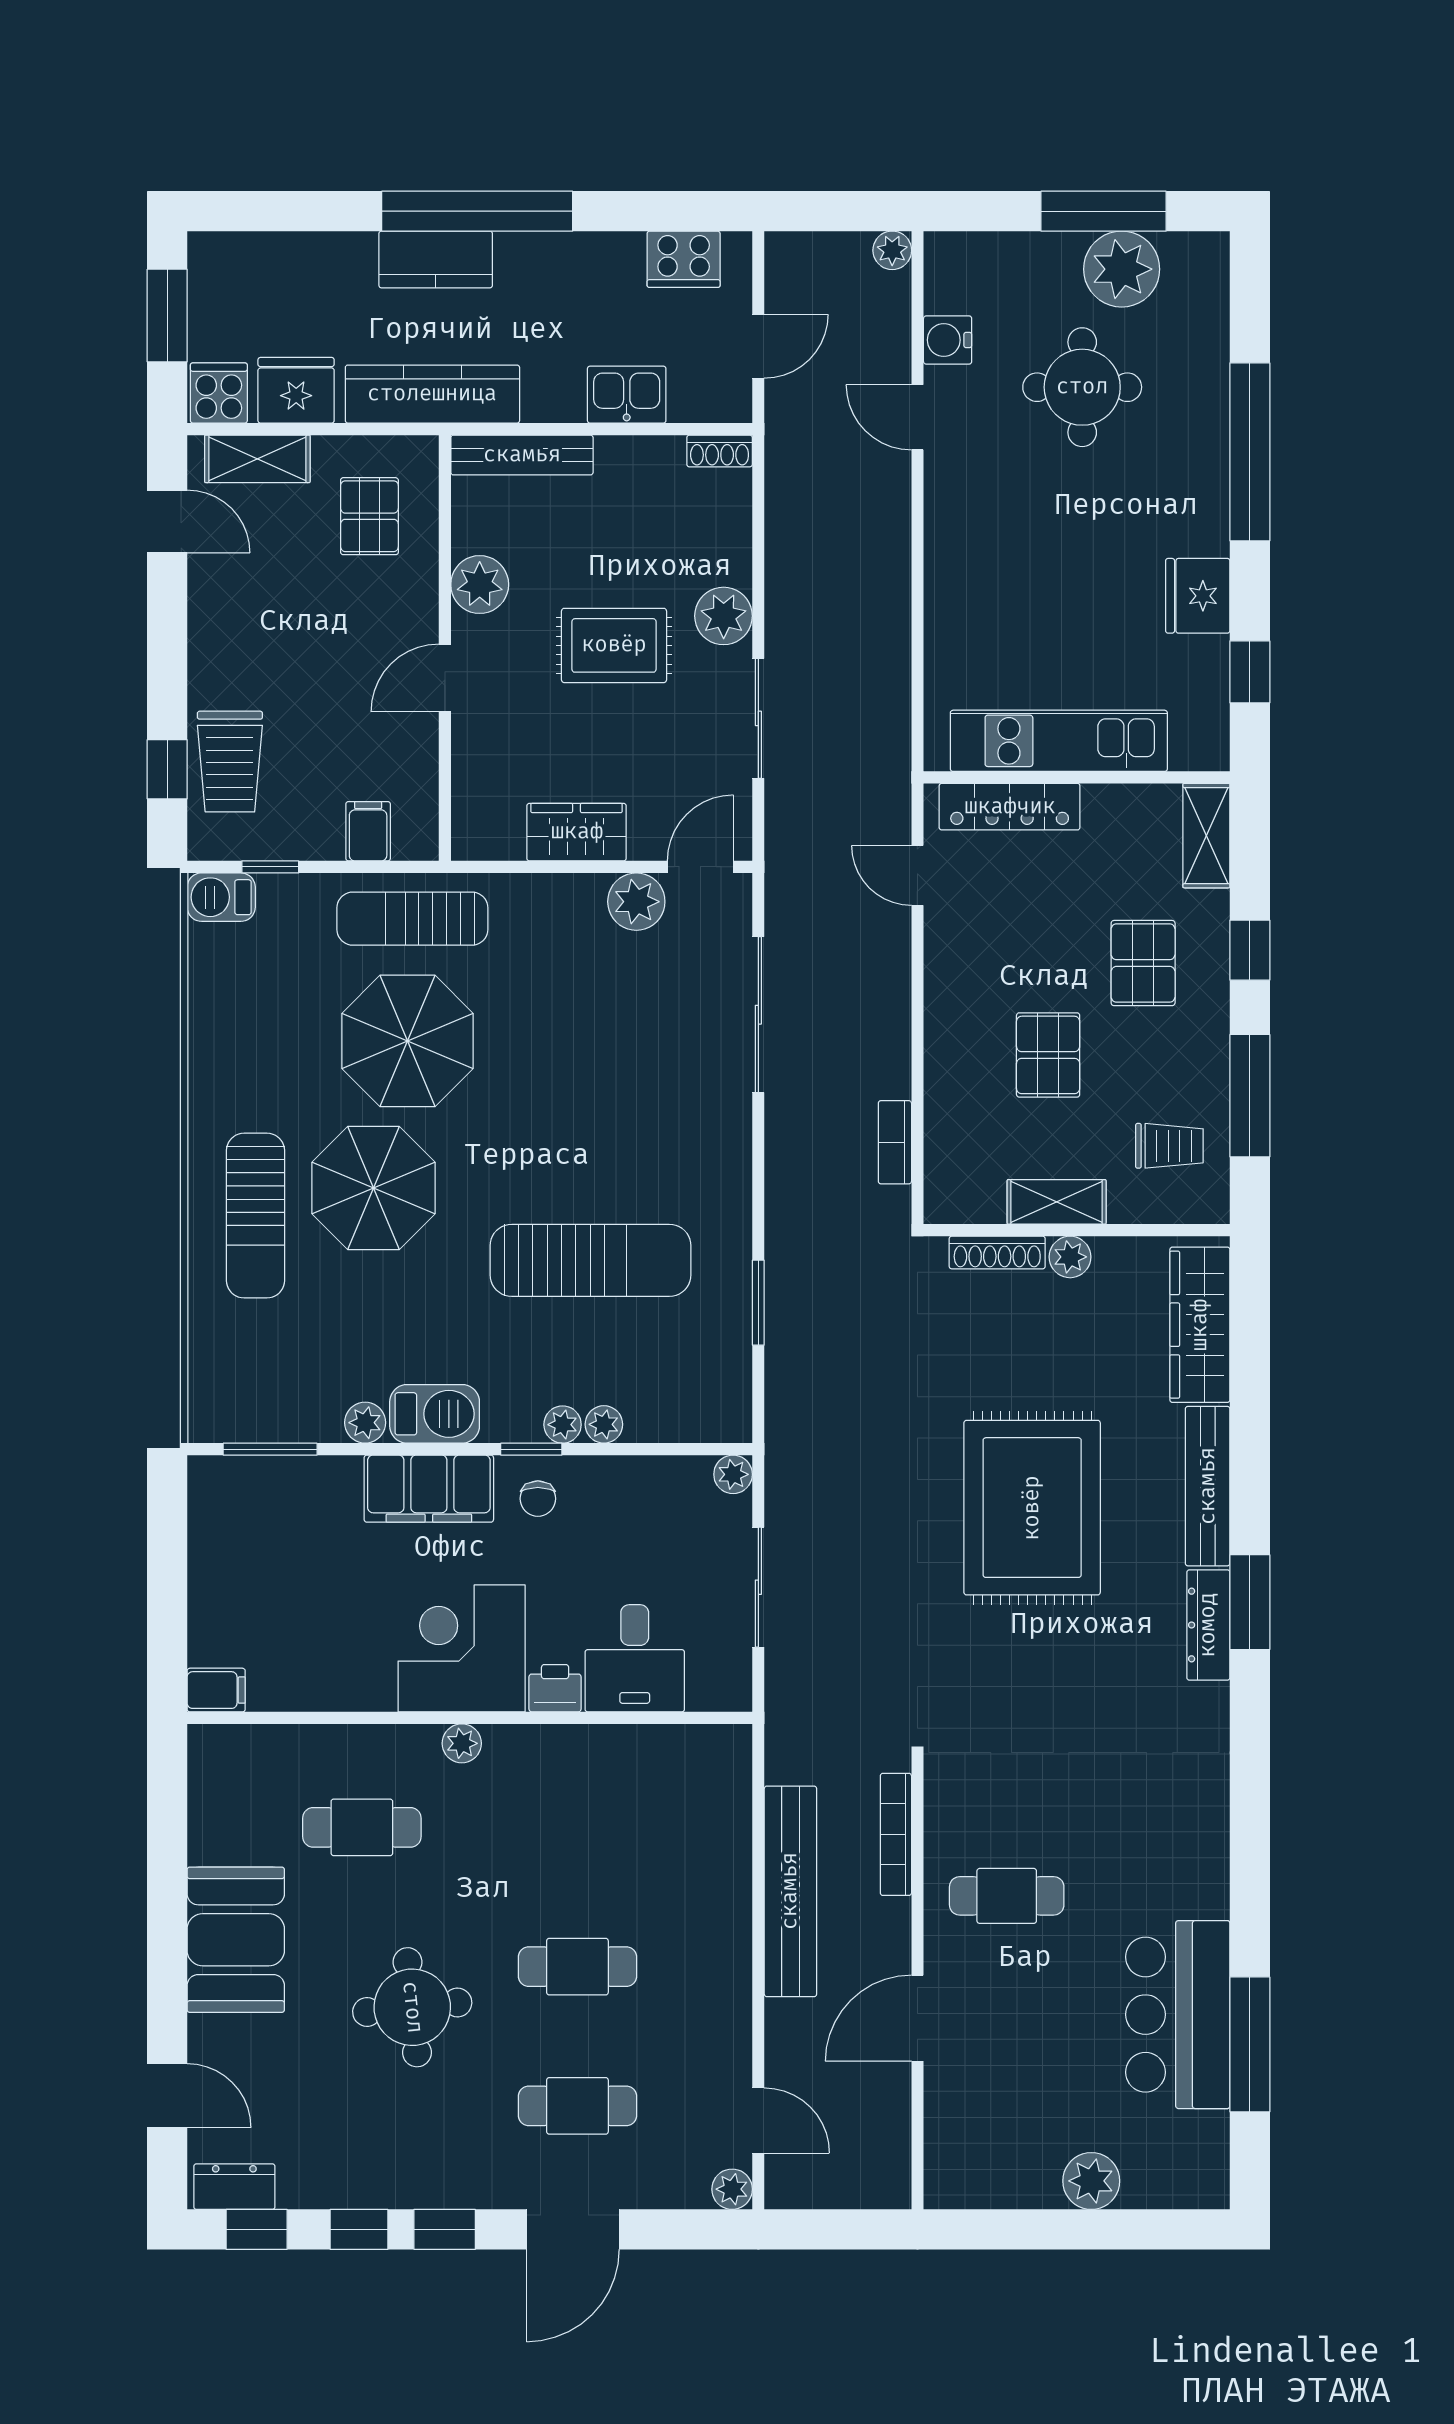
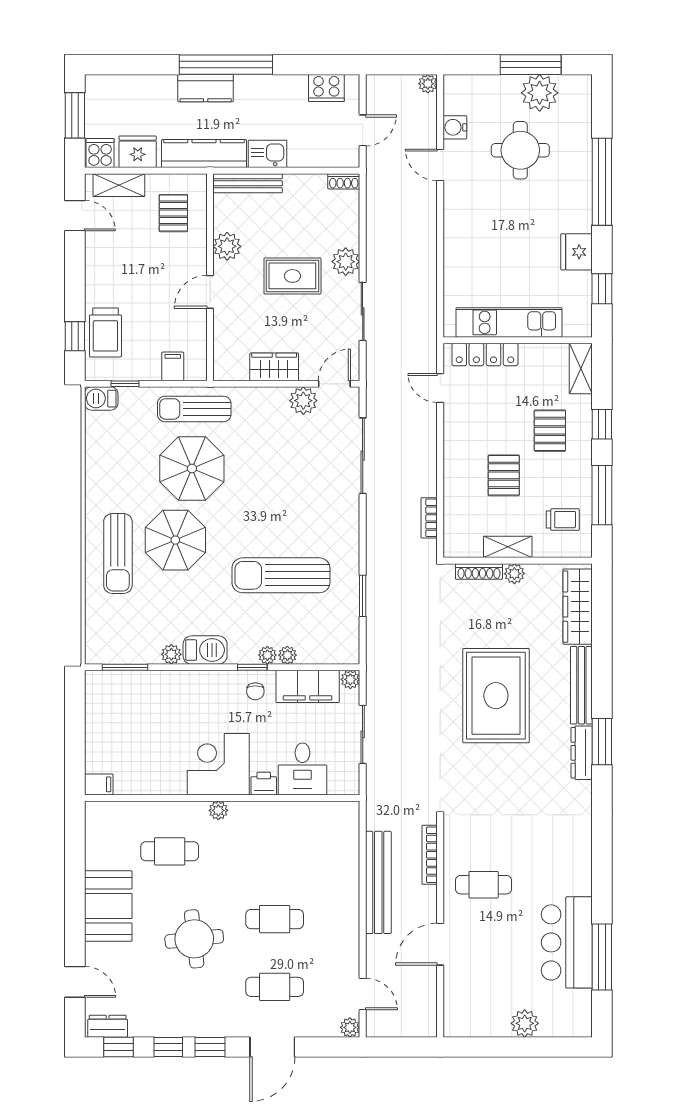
kitchen sink: (627, 395) -> (267, 154), moved
sun lounger: (591, 1260) -> (281, 575), turned 180
filing cabinet: (429, 1489) -> (308, 686), moved

